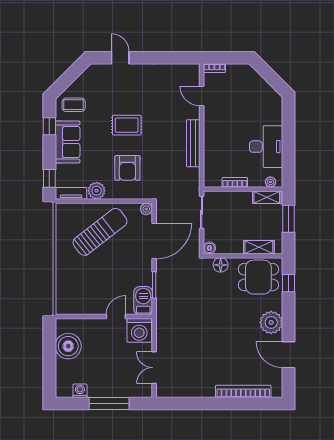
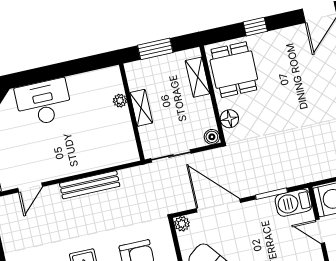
desk: (266, 147) -> (44, 102), moved
bookcase: (235, 182) -> (126, 124), removed
plant: (270, 182) -> (120, 101), moved
shelving: (267, 197) -> (141, 108), moved
window: (289, 283) -> (255, 27), moved
plant: (271, 322) -> (285, 42), removed

